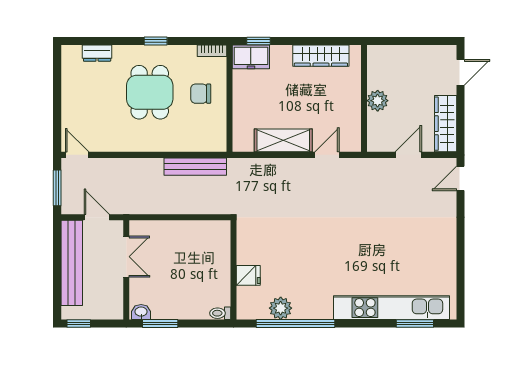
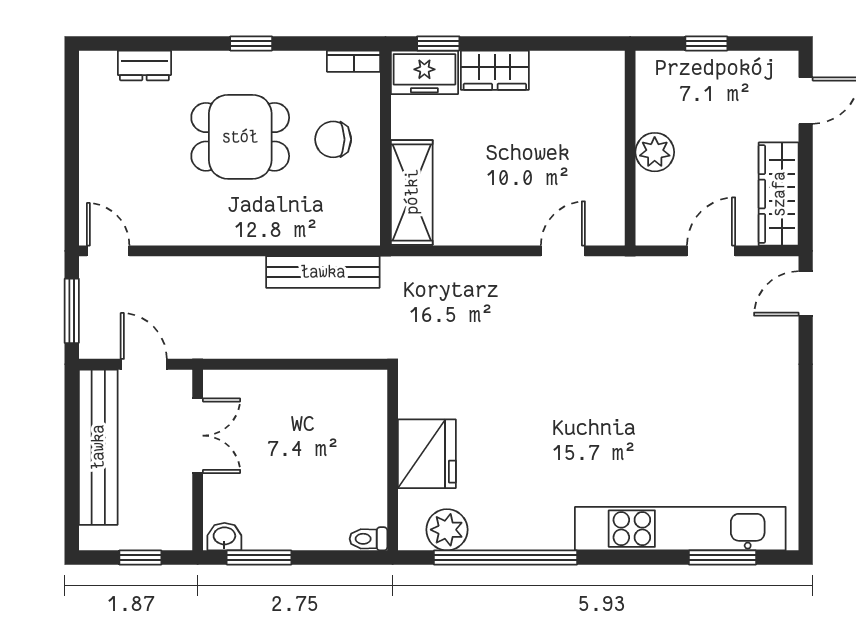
window: (406, 41) -> (706, 43), added
wardrobe: (321, 56) -> (495, 70), moved, width x0.67
dining table: (150, 92) -> (240, 137), turned 90
shelving: (283, 140) -> (412, 192), moved, turned 90
fridge: (248, 275) -> (427, 454), width x1.88, depth x1.34
plant: (281, 308) -> (447, 530), moved
window: (79, 323) -> (140, 557), moved

